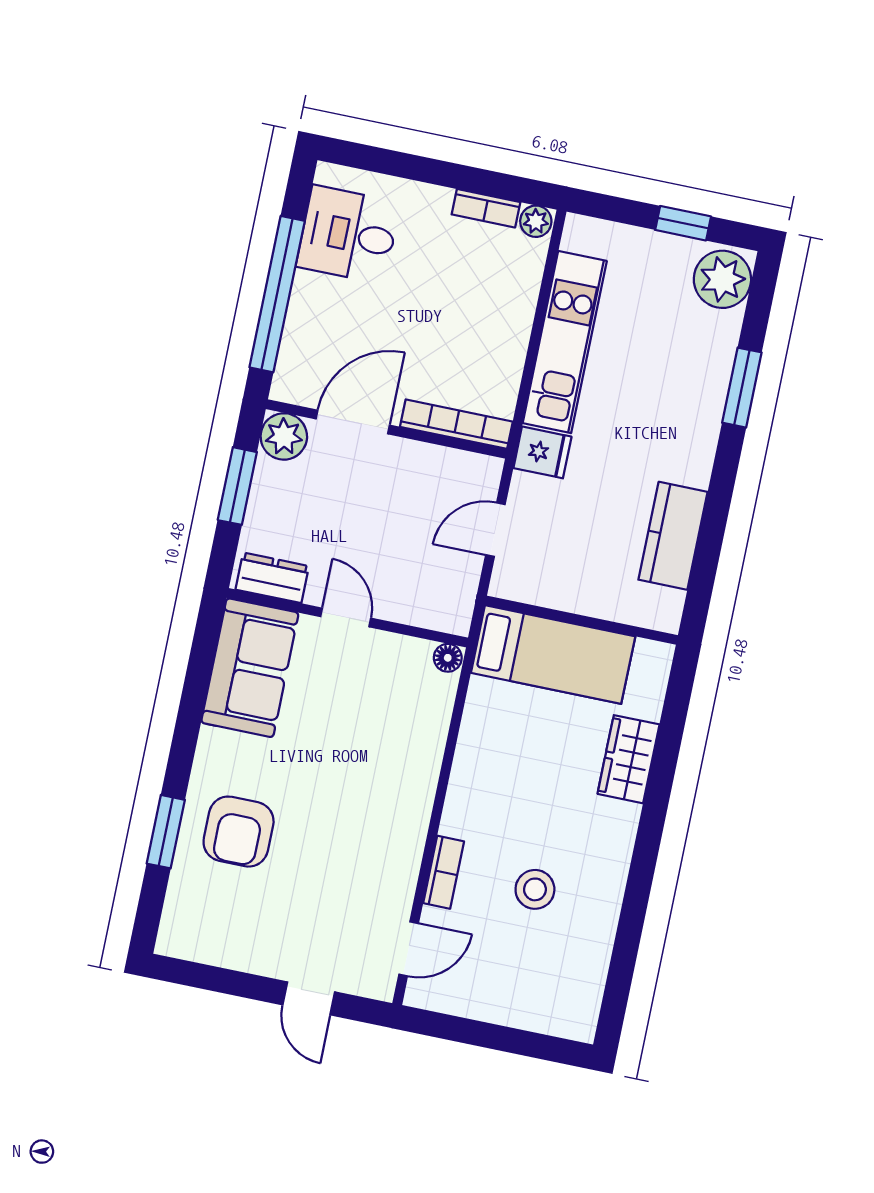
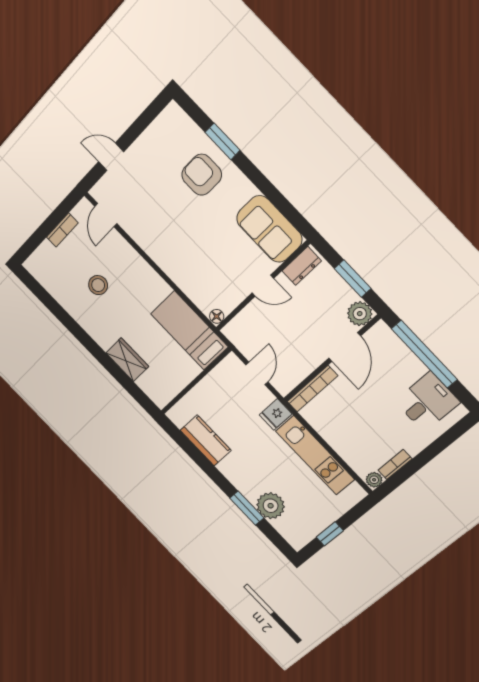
plant: (722, 279) -> (271, 506), moved
bed: (553, 655) -> (189, 330), moved, turned 90
bookcase: (444, 872) -> (62, 230), moved, turned -90

